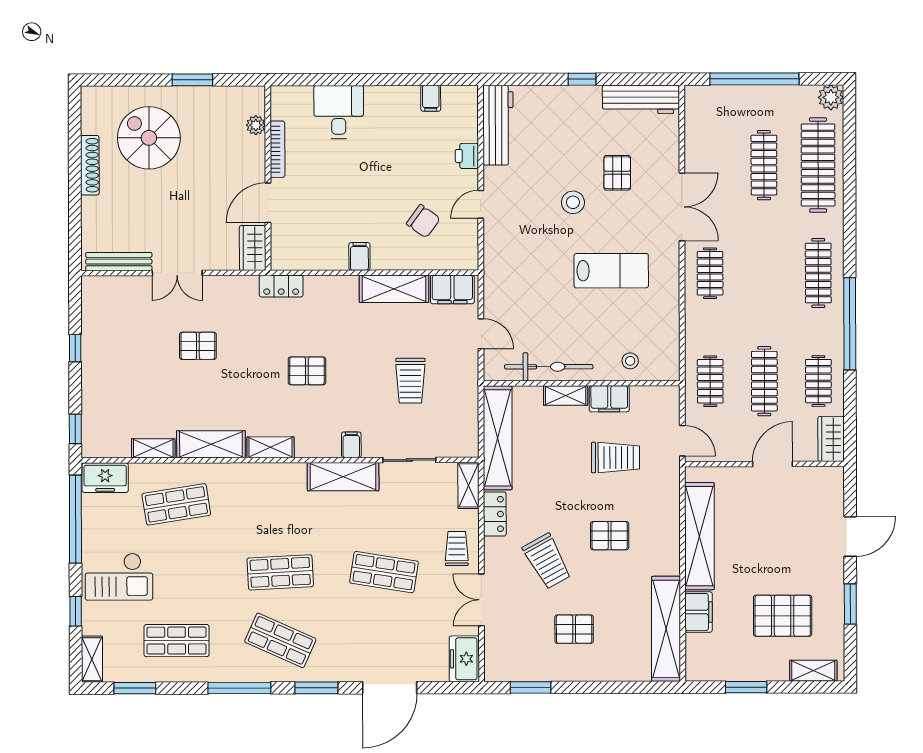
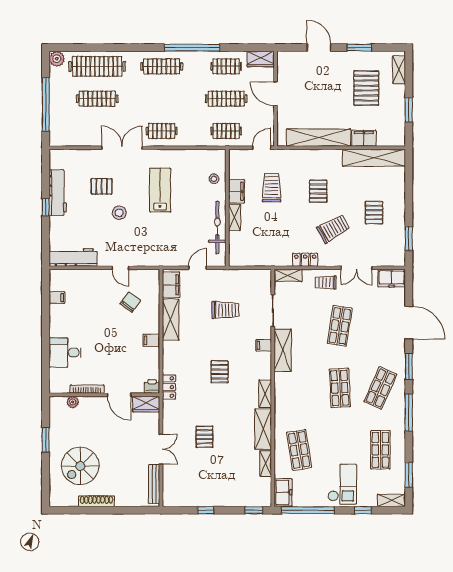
workbench: (641, 99) -> (58, 193), moved
printer: (467, 156) -> (152, 387), moved, turned 180
shelving: (498, 438) -> (260, 258), removed

